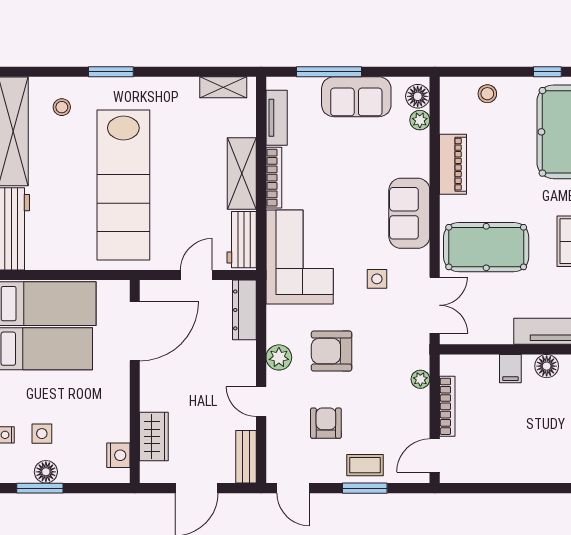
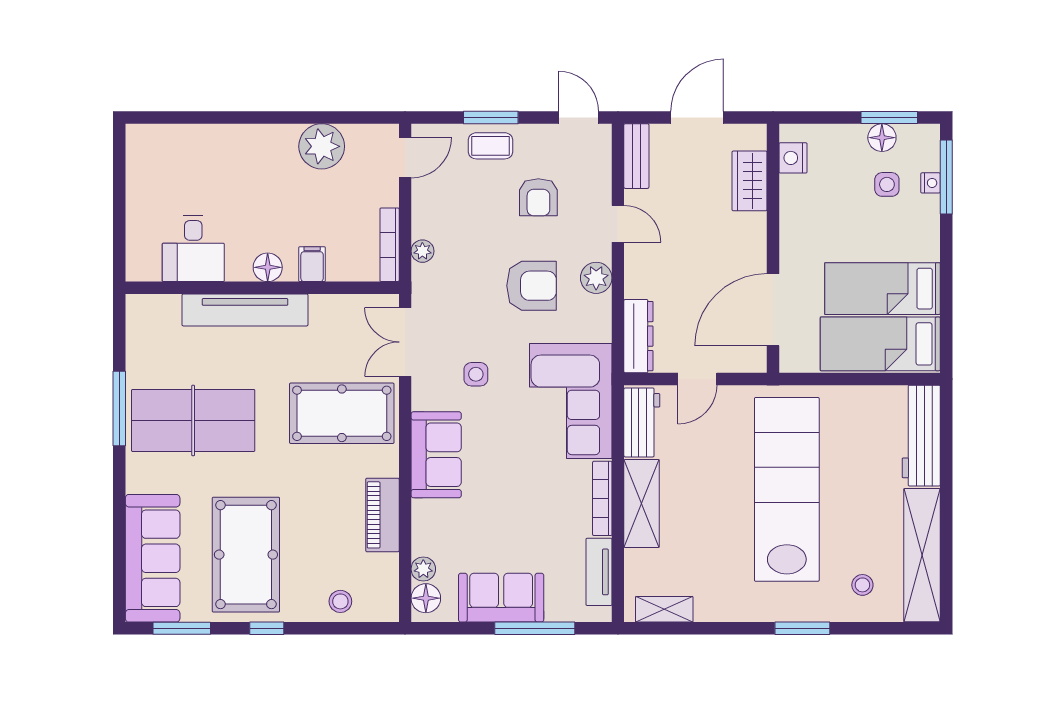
bookcase: (447, 406) -> (390, 245), moved
plant: (503, 465) -> (322, 146), added

